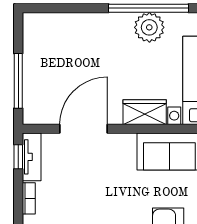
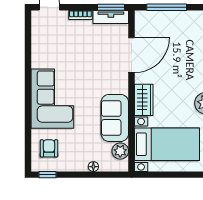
door: (84, 129) -> (132, 55), hinge flipped
window: (18, 157) -> (111, 7), width x1.50

